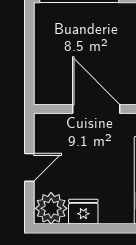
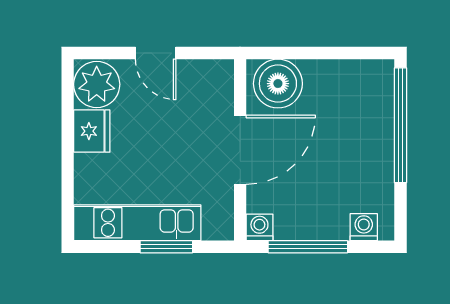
boiler: (50, 83) -> (278, 84), added

